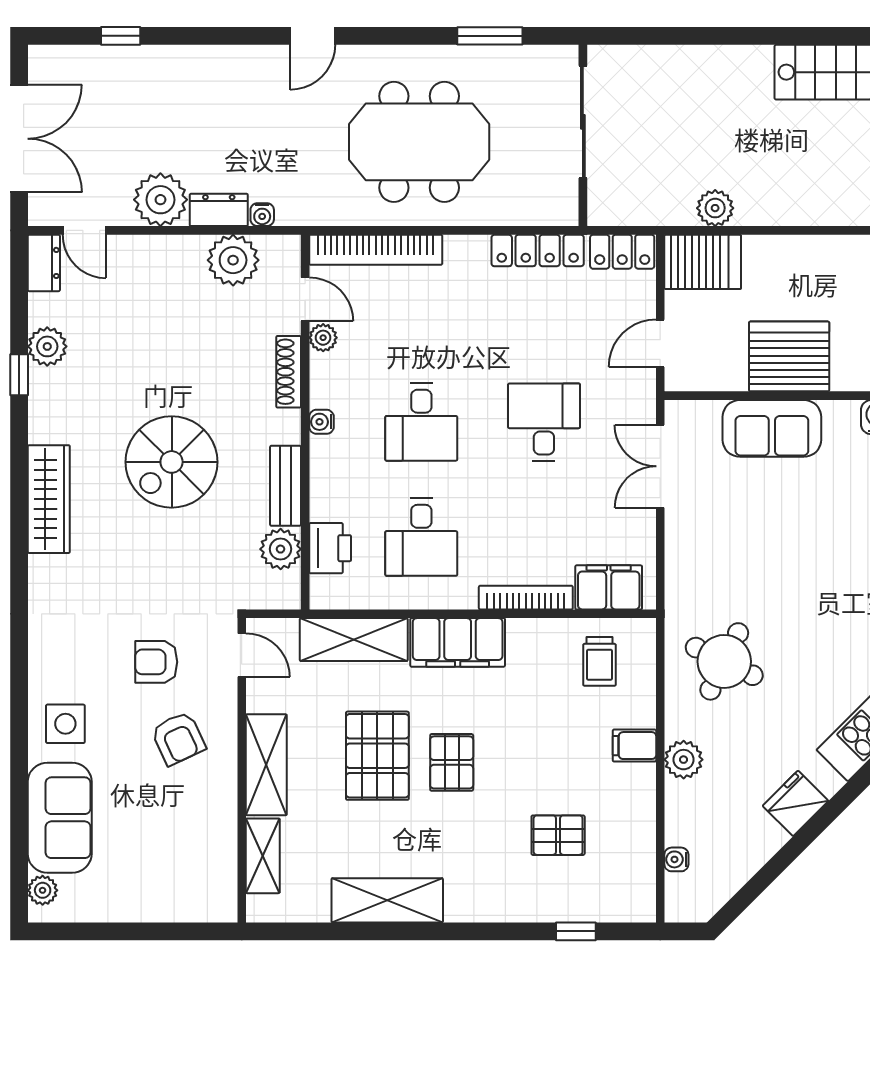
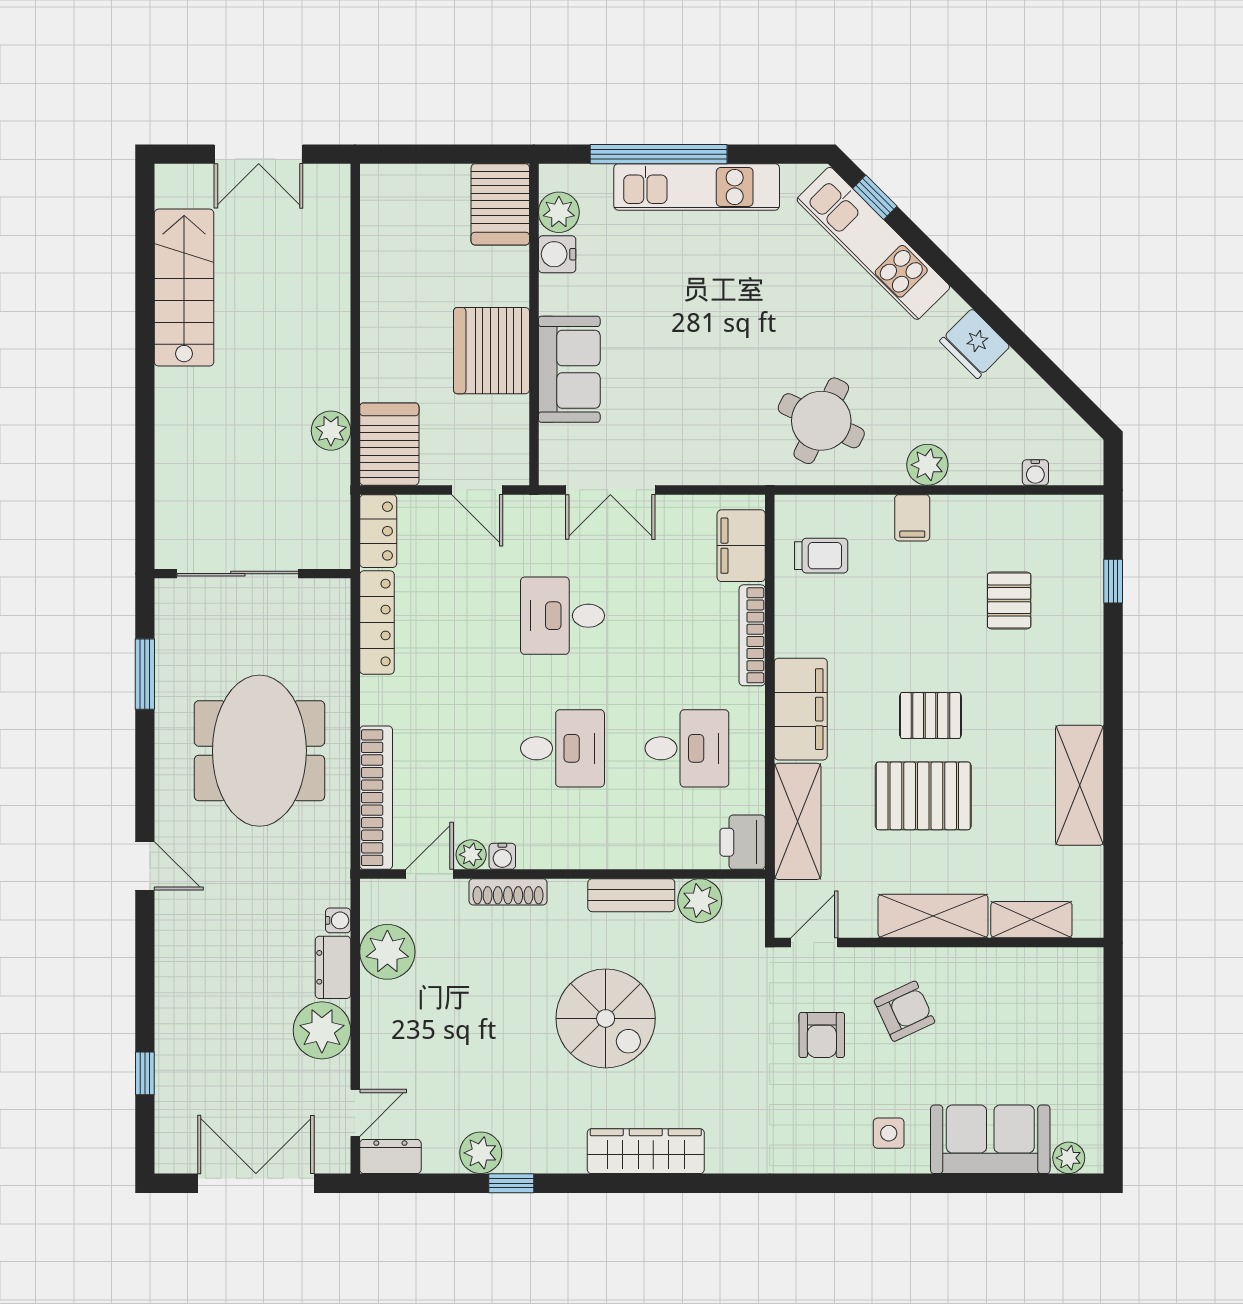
water cooler: (321, 422) -> (502, 856), moved
printer: (330, 548) -> (743, 842), moved, turned -90
side table: (65, 724) -> (889, 1133), width x0.73, depth x0.73

